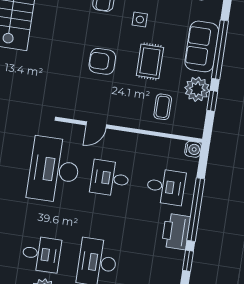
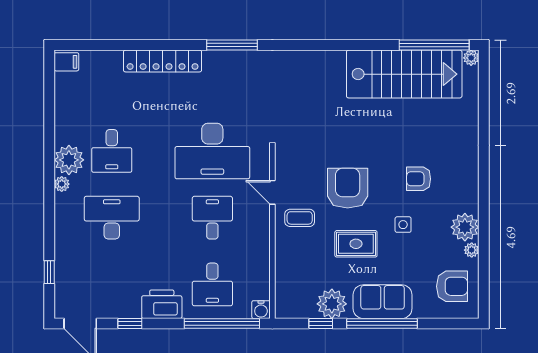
armchair: (102, 61) -> (348, 188), width x1.36, depth x1.36
coffee table: (163, 107) -> (300, 218), moved
desk: (54, 170) -> (212, 151), turned 180
window: (196, 210) -> (222, 324), moved

